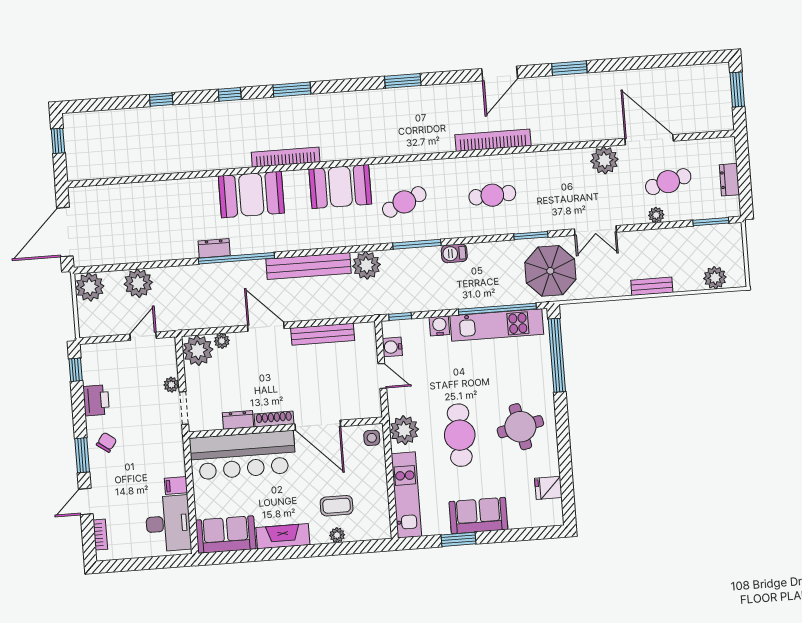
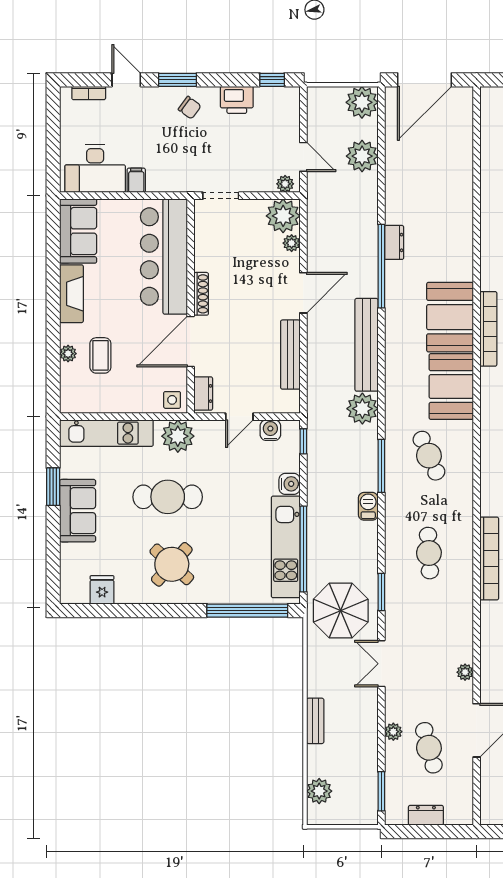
plant: (604, 160) -> (465, 672), width x0.53, depth x0.53
booth: (251, 195) -> (450, 317), moved
door: (65, 232) -> (425, 80), swing flipped
plant: (171, 385) -> (285, 184), moved
dresser: (238, 420) -> (203, 394), moved
round table: (520, 427) -> (172, 564), turned -36

